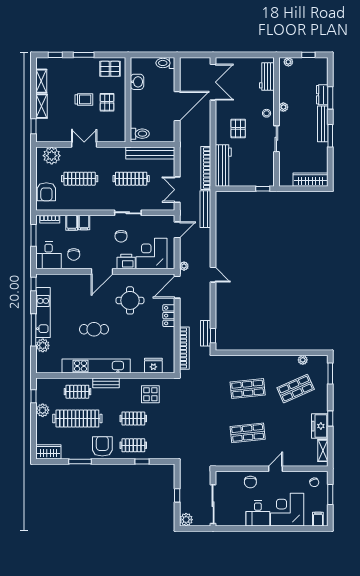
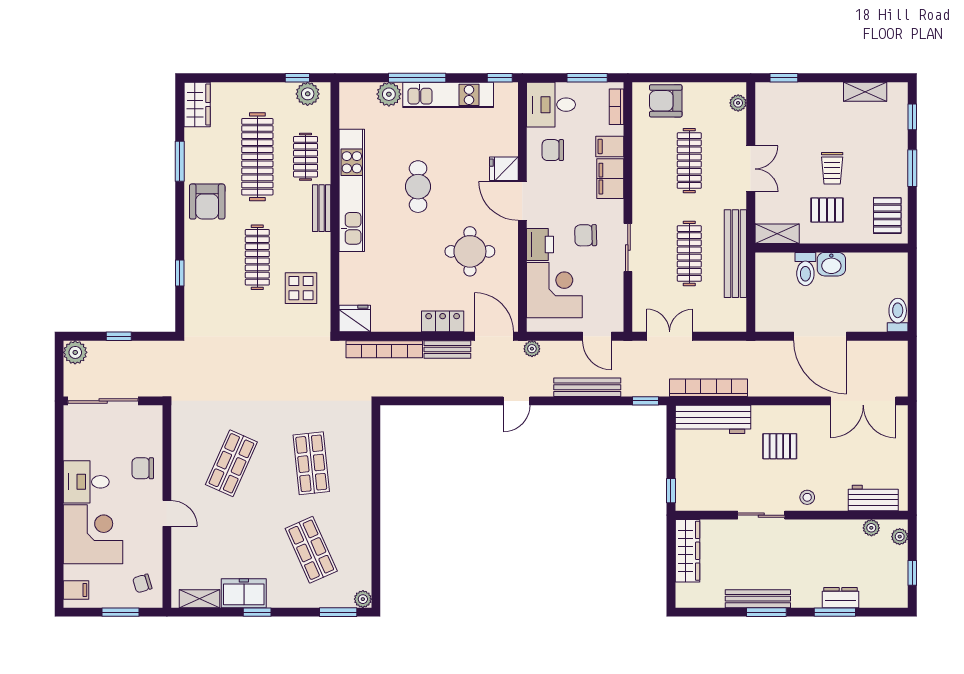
washbasin: (137, 82) -> (831, 264), moved
shelving: (42, 106) -> (777, 234), moved
plant: (283, 107) -> (871, 528), moved
bench: (323, 124) -> (758, 599), moved
toilet: (140, 134) -> (805, 269), moved
bench: (150, 153) -> (735, 254), moved
plant: (52, 156) -> (738, 103), width x0.53, depth x0.53
wardrobe: (310, 180) -> (687, 551), moved
bench: (205, 209) -> (587, 387), moved
filing cabinet: (84, 223) -> (610, 179), width x2.00
fridge: (84, 282) -> (504, 169), added
bench: (206, 333) -> (447, 350), moved
window: (213, 336) -> (645, 401), moved
plant: (303, 360) -> (363, 599), moved
fridge: (153, 366) -> (355, 319), moved, turned -90
plant: (43, 410) -> (308, 94), moved
clothes rail: (133, 418) -> (257, 257), width x1.36
shop shelf: (248, 433) -> (231, 463), turned 30
clothes rail: (133, 445) -> (209, 257), removed
armchair: (102, 446) -> (207, 202), turned 90

